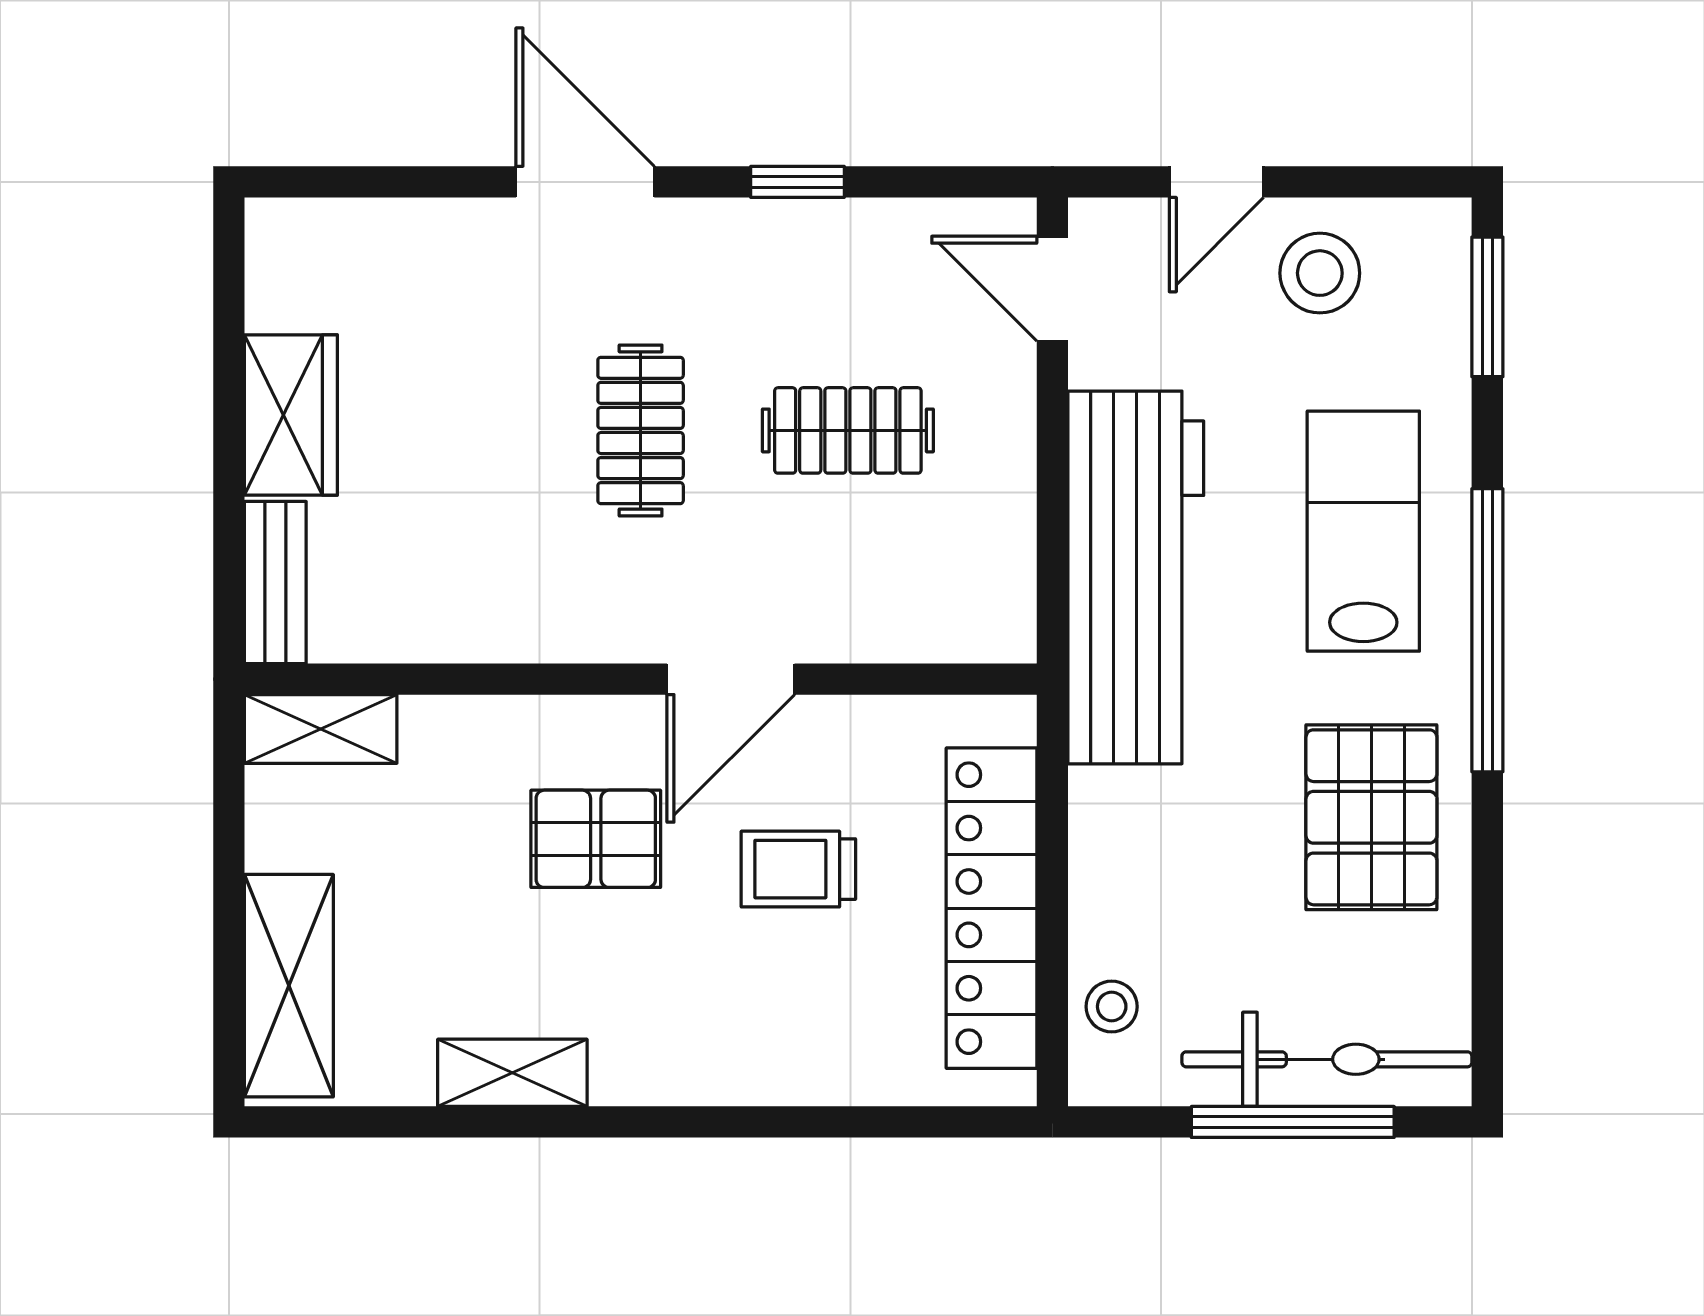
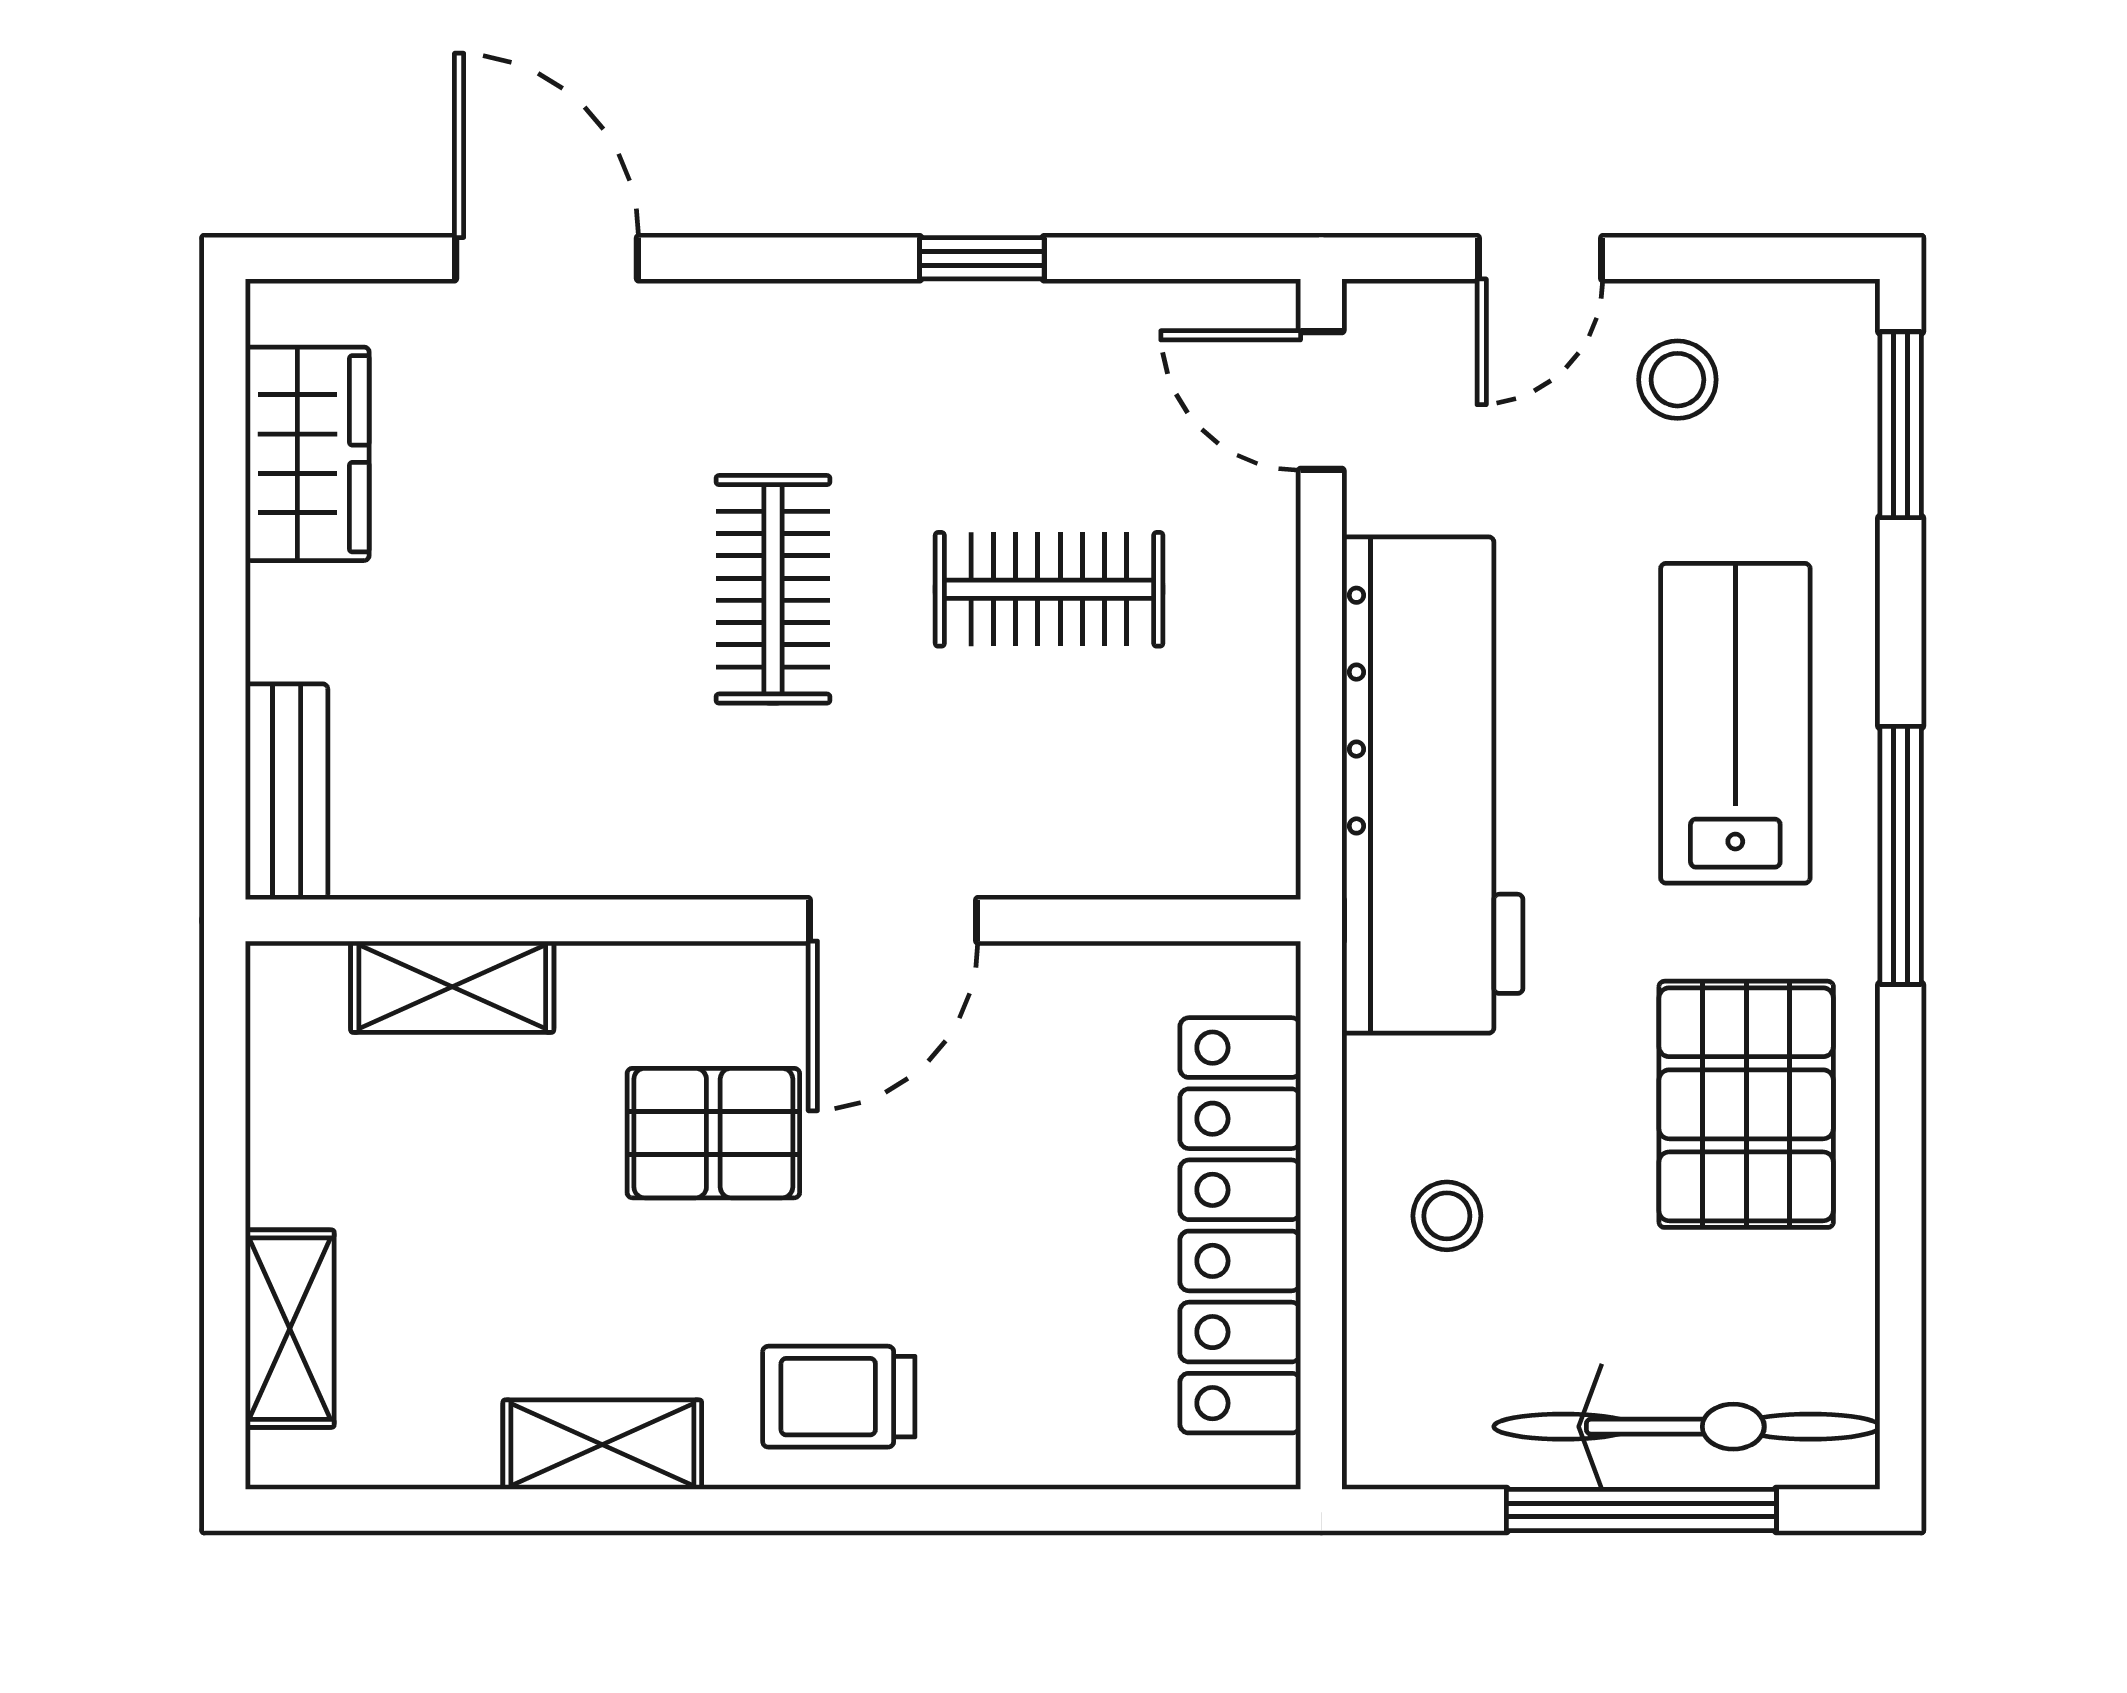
door: (585, 182) -> (547, 258), moved
stool: (1320, 273) -> (1677, 380), width x0.73, depth x0.73
wardrobe: (291, 415) -> (307, 454), moved
window: (1487, 630) -> (1901, 855), width x0.68
shelving: (321, 729) -> (452, 987), moved
trolley: (798, 869) -> (839, 1397), moved
shelving: (289, 986) -> (290, 1329), width x0.67, depth x0.75
stool: (1112, 1007) -> (1447, 1216), moved

